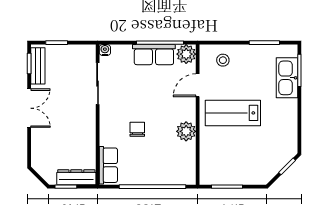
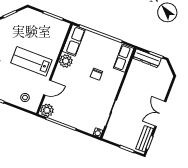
row of seats: (154, 55) -> (74, 40), moved, turned 90
lab bench: (233, 113) -> (31, 61), turned 180

